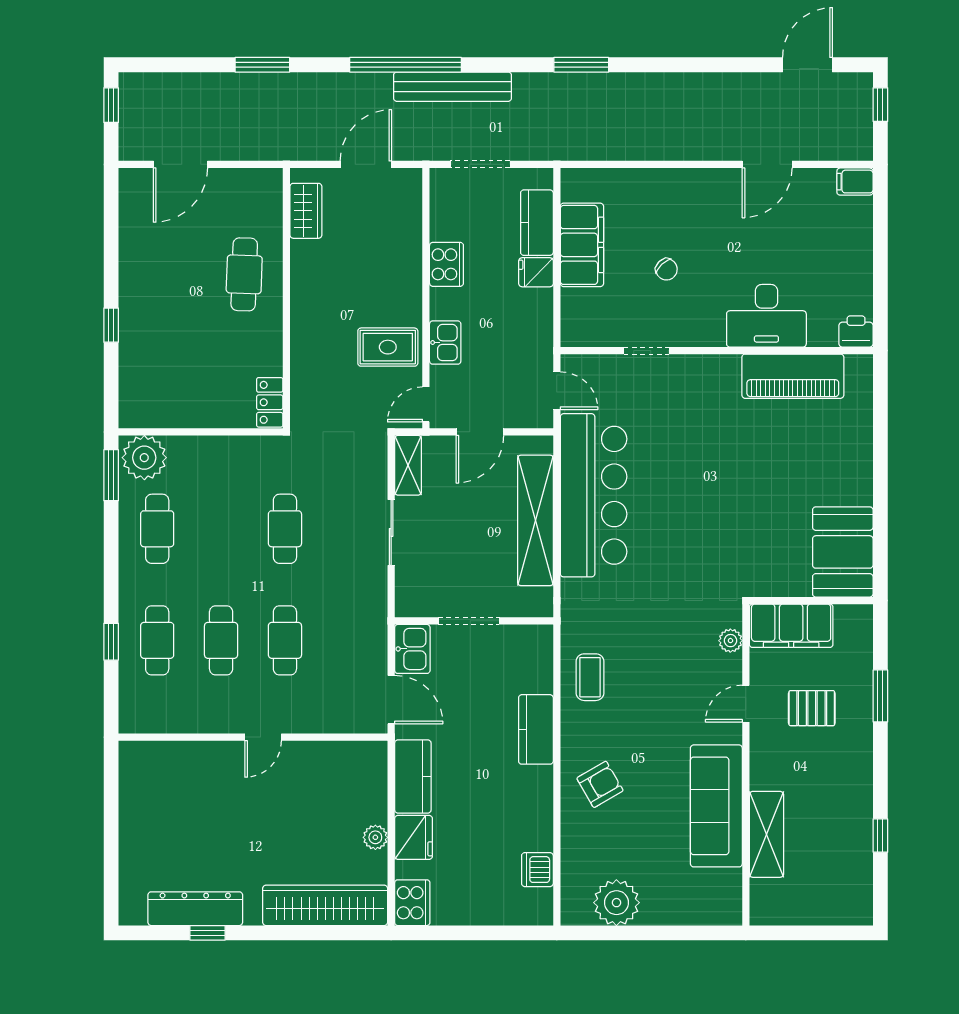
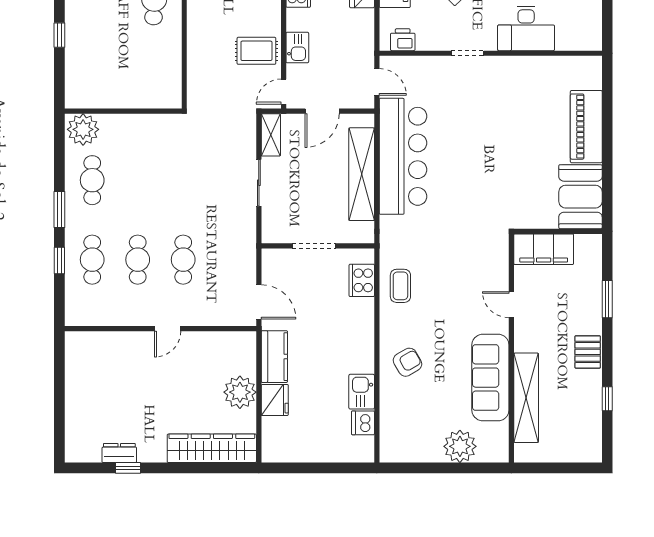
printer: (856, 332) -> (403, 40), moved
doorway: (646, 351) -> (468, 53), moved
piano: (793, 376) -> (586, 127), moved, turned 90
locker: (270, 402) -> (172, 90), removed
window: (111, 475) -> (59, 210), moved
cafe table: (285, 529) -> (183, 180), removed
plant: (730, 641) -> (500, 260), removed
kitchen sink: (412, 649) -> (362, 392), moved, turned 180
door: (746, 704) -> (511, 305), hinge flipped
pallet: (812, 708) -> (588, 352), moved, turned 90
kitchen counter: (536, 729) -> (362, 323), removed
shelving: (766, 834) -> (526, 398), width x1.47
plant: (375, 837) -> (240, 392), width x1.88, depth x1.88
cooker: (412, 903) -> (362, 280), moved, turned 180
plant: (616, 903) -> (460, 446), moved
dresser: (195, 909) -> (119, 453), width x0.51, depth x0.80

